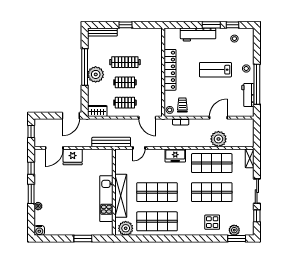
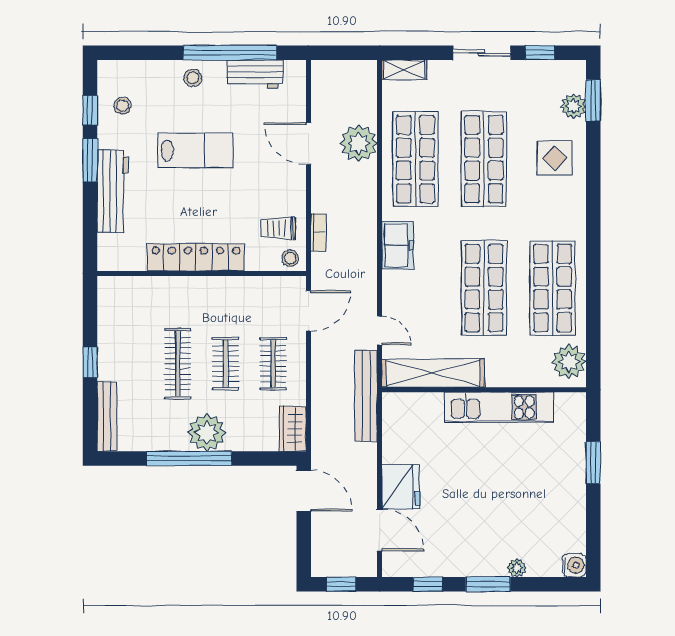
lab bench: (215, 70) -> (196, 150), turned -90
shelving: (121, 196) -> (433, 373), moved

